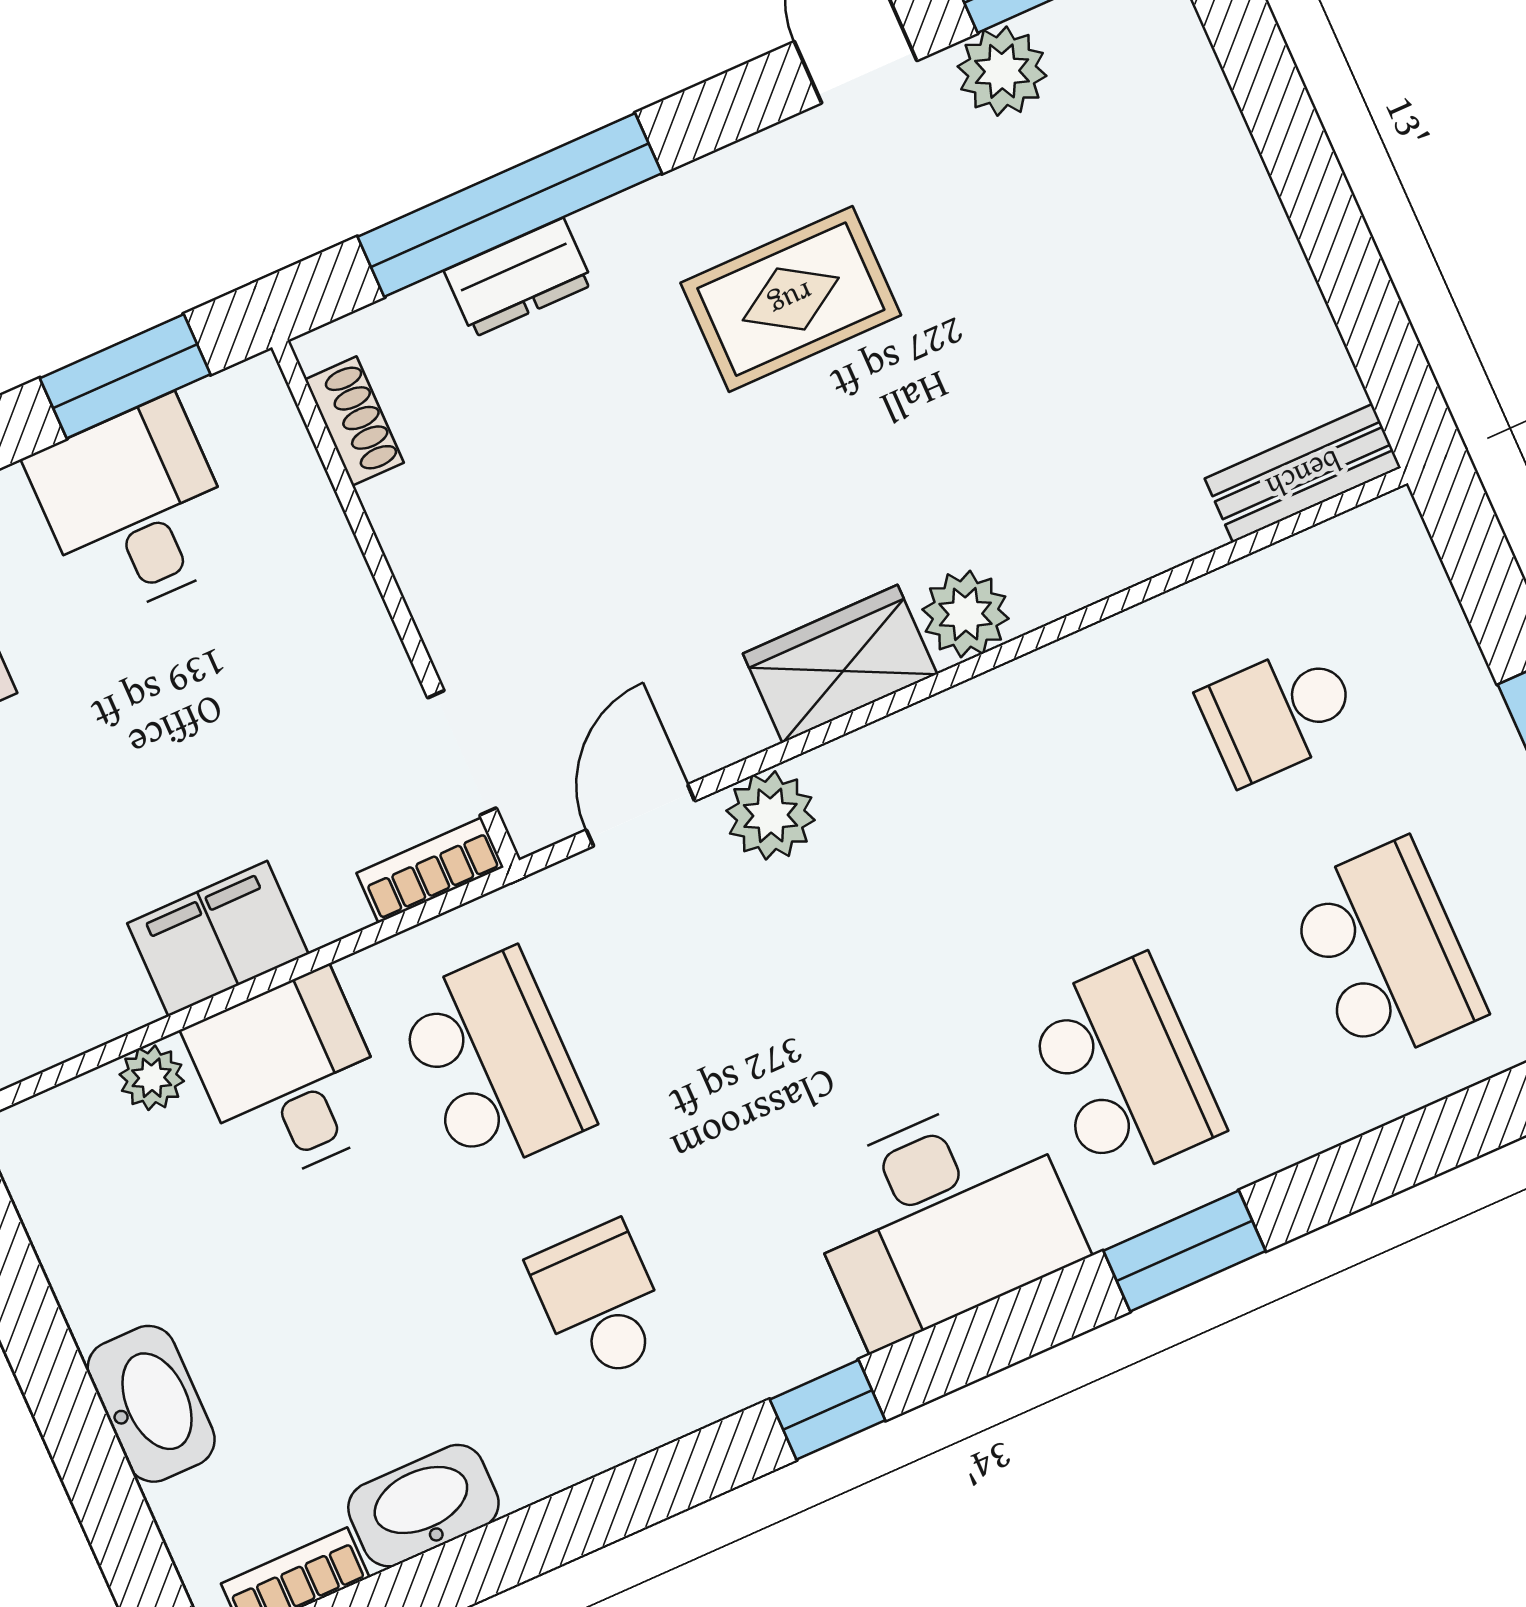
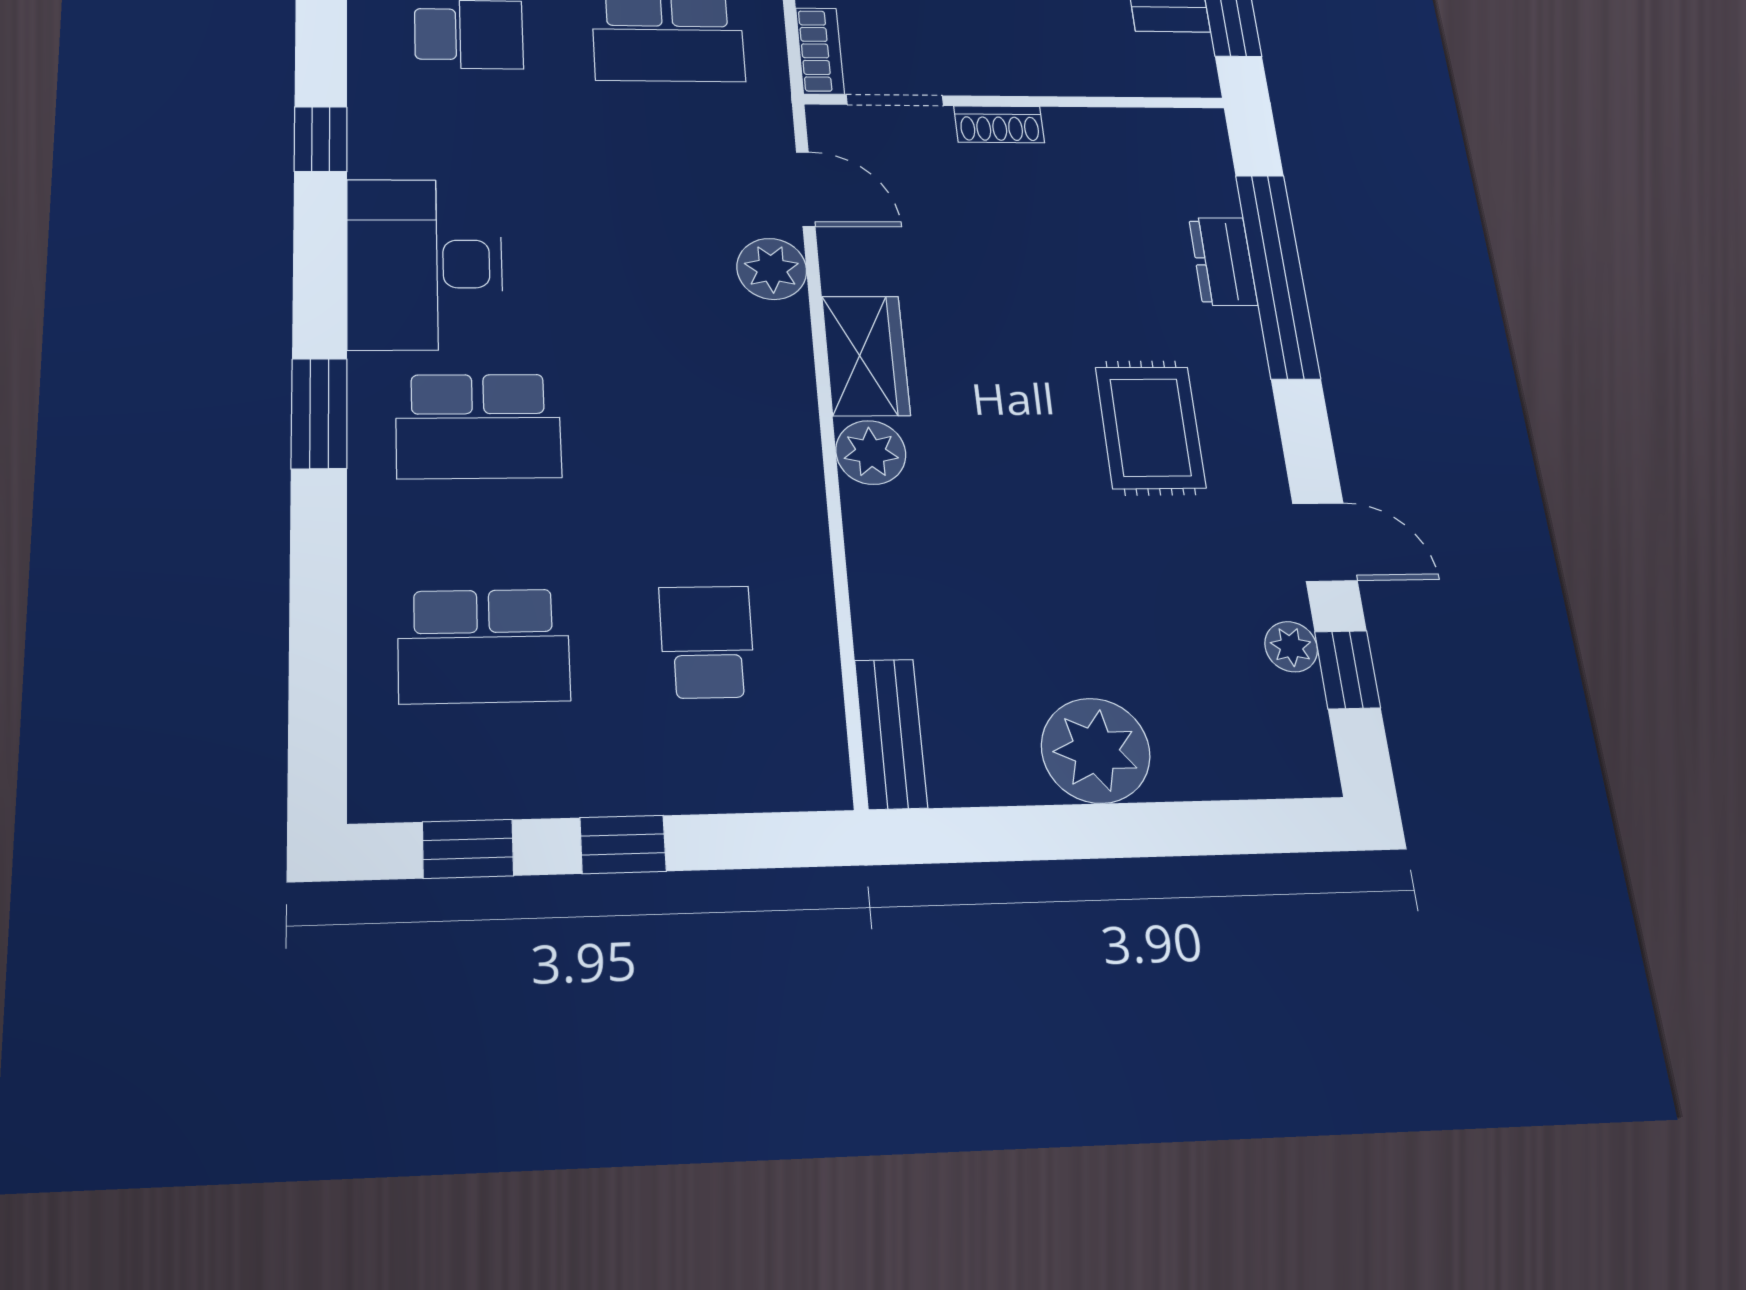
plant: (1002, 71) -> (1291, 647), width x0.73, depth x0.73
plant: (1229, 240) -> (1096, 751), added
shoe rack: (354, 421) -> (999, 124), moved

